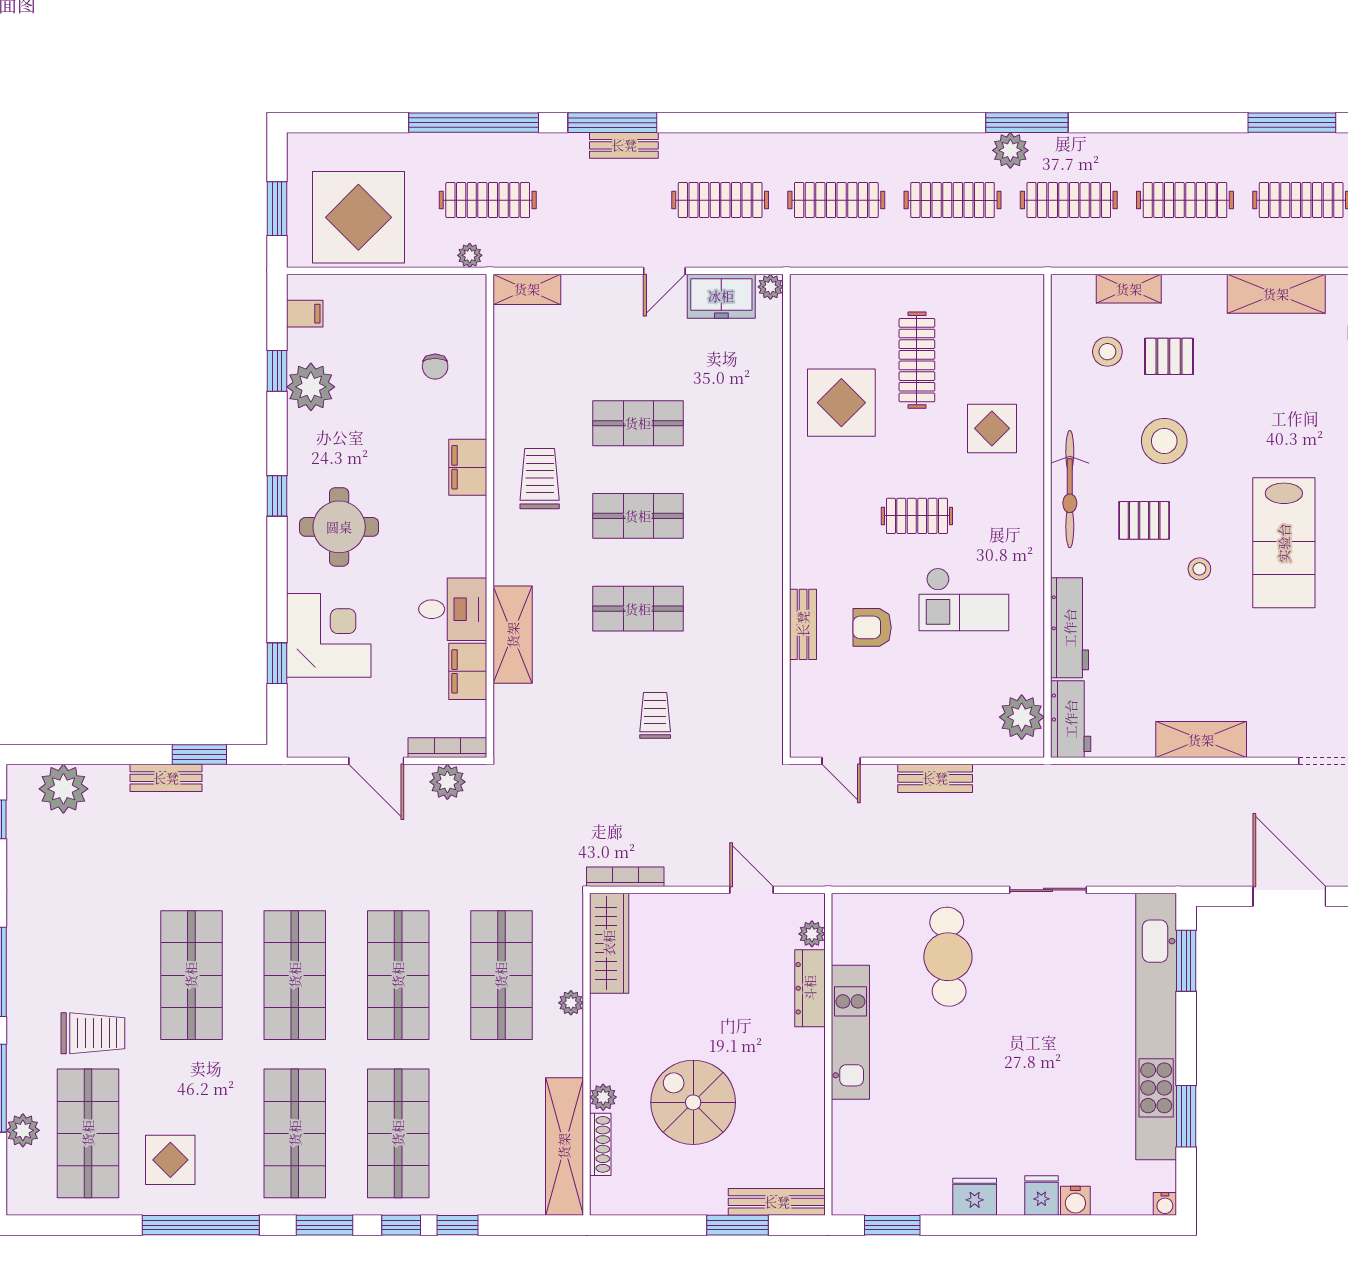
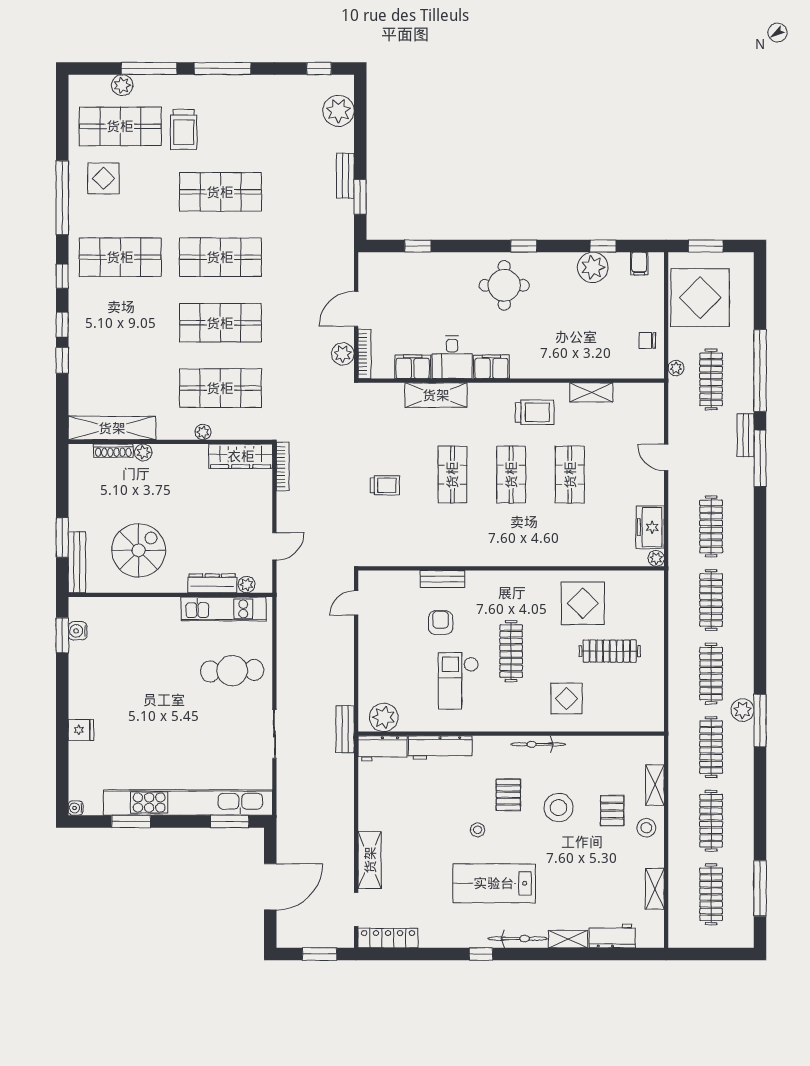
bench: (624, 145) -> (746, 435), moved
door: (664, 271) -> (666, 457), moved
shelving: (527, 289) -> (591, 392), moved, turned 90
shelving: (1276, 294) -> (655, 889), width x0.67, depth x0.75
stool: (1107, 352) -> (646, 828), moved
chair: (435, 367) -> (647, 340), moved
filing cabinet: (468, 467) -> (491, 367), moved
bicycle: (1070, 489) -> (538, 744), width x0.73, depth x0.71
clothes rail: (917, 516) -> (511, 651), width x1.36
corner desk: (329, 635) -> (435, 279), removed
shelving: (1201, 740) -> (370, 860), moved
bench: (935, 778) -> (345, 729), moved
kitchen unit: (850, 1032) -> (224, 609), moved
spiral stairs: (693, 1102) -> (139, 550), moved
shop shelf: (398, 1133) -> (120, 323), removed
fridge: (975, 1197) -> (80, 688), removed
water cooler: (1075, 1201) -> (78, 631), moved
window: (324, 1225) -> (62, 276), width x0.67

